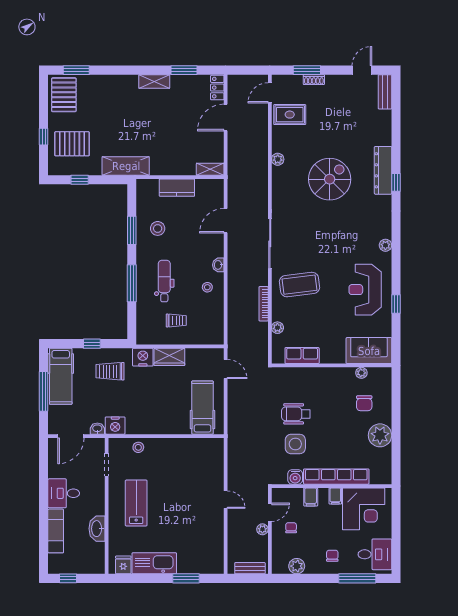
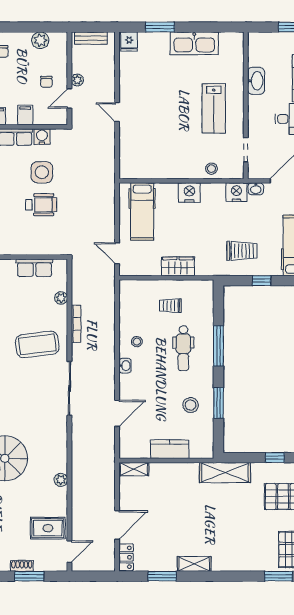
nightstand: (143, 357) -> (189, 193), moved, turned 180
fridge: (123, 565) -> (129, 42), moved

